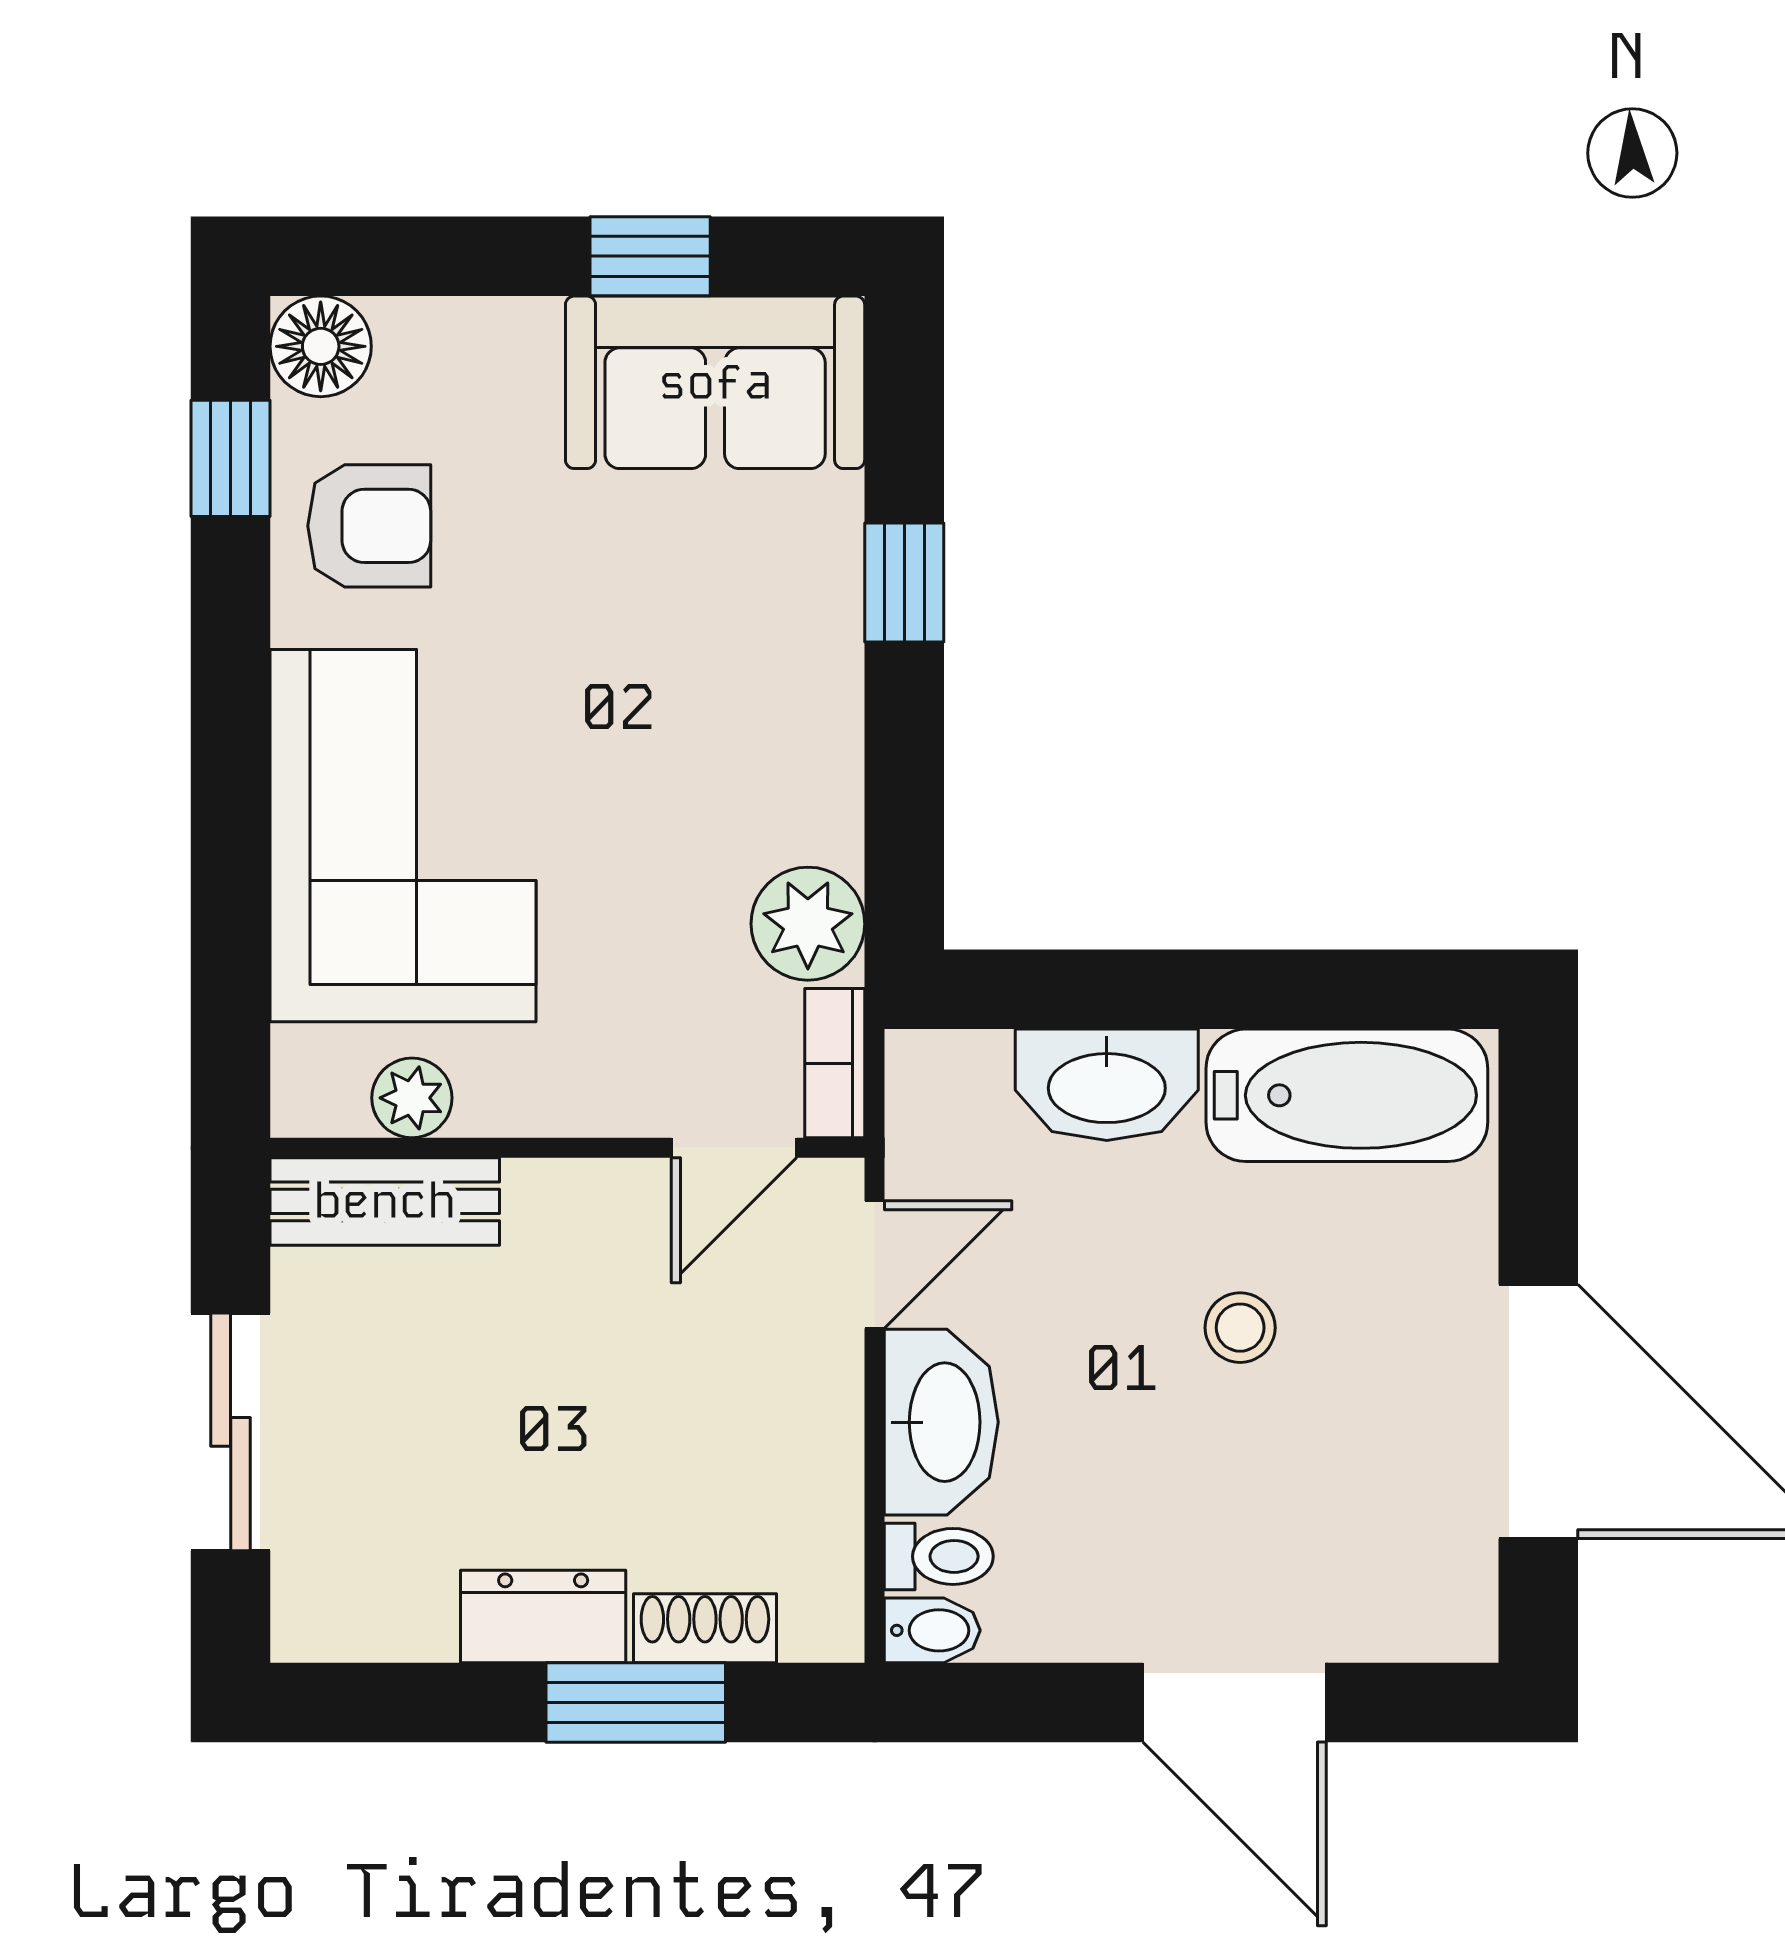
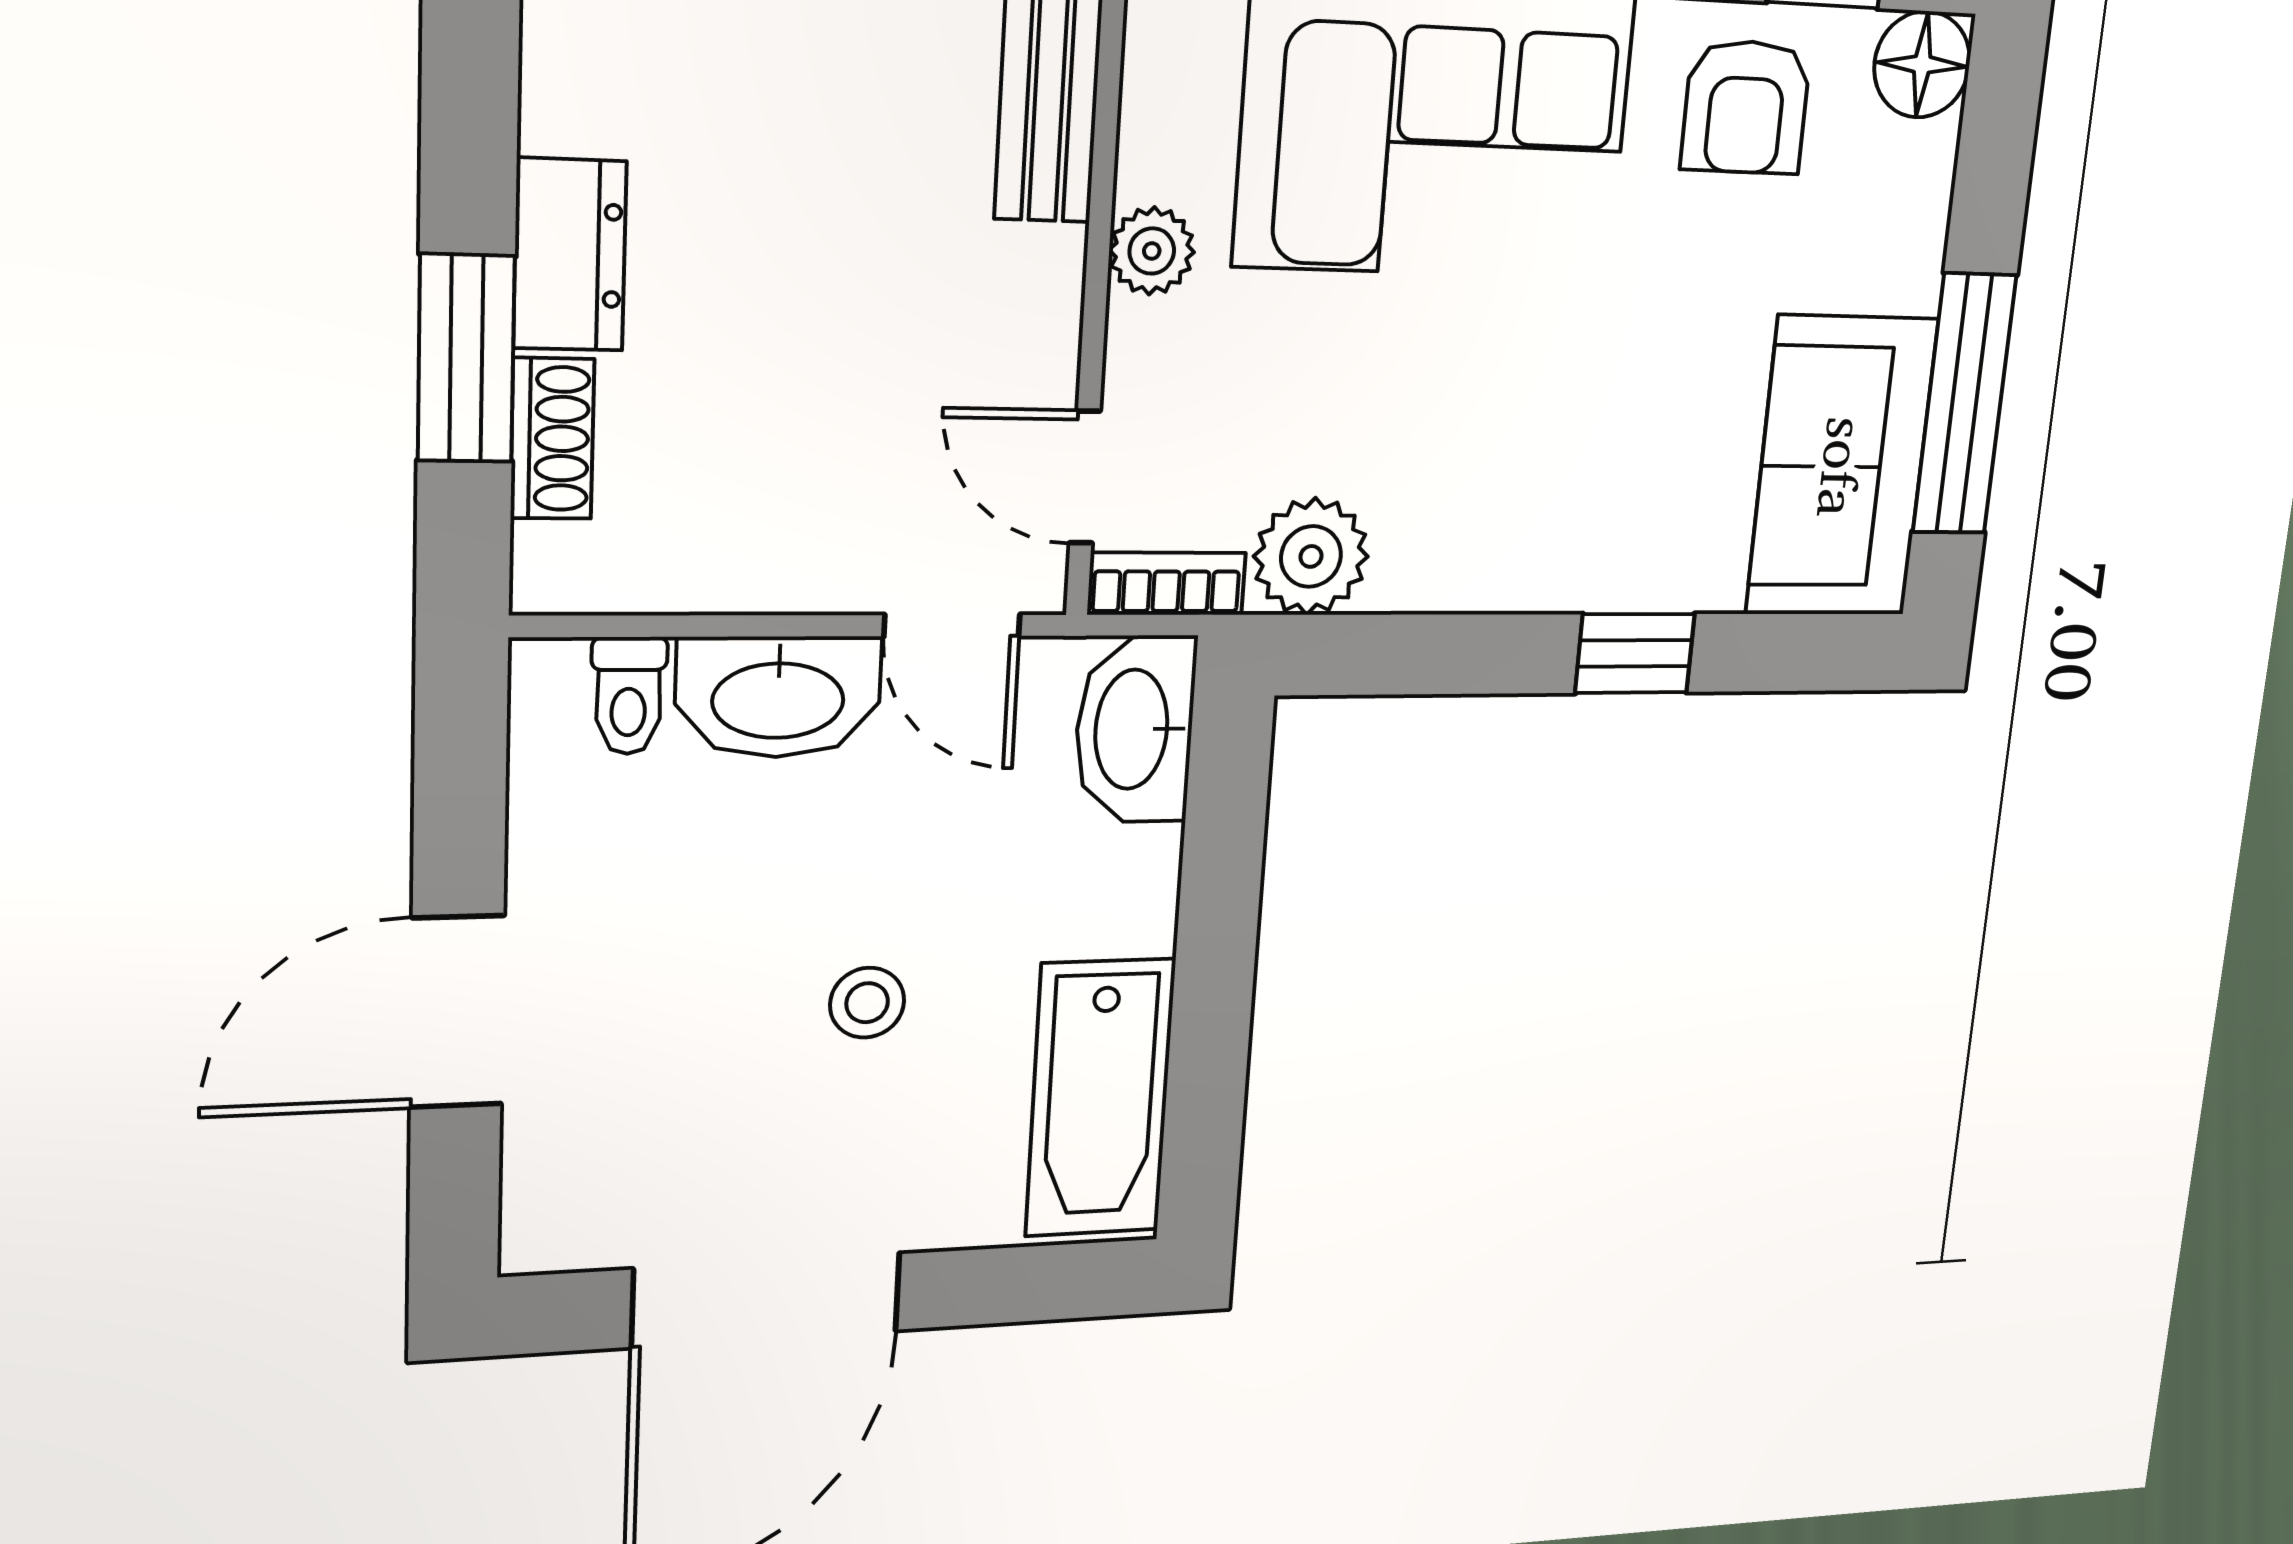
window: (650, 256) -> (1964, 404), width x2.17
washbasin: (1107, 1085) -> (1135, 729), moved
plant: (412, 1098) -> (1152, 251), moved
bidet: (932, 1630) -> (545, 689), removed

